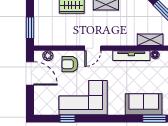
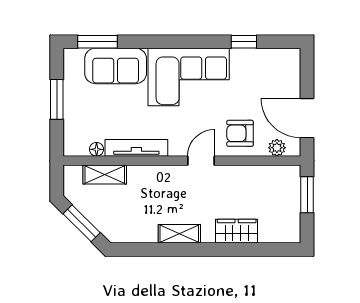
armchair: (70, 64) -> (240, 133), turned 180
corner sofa: (83, 98) -> (189, 77), moved

